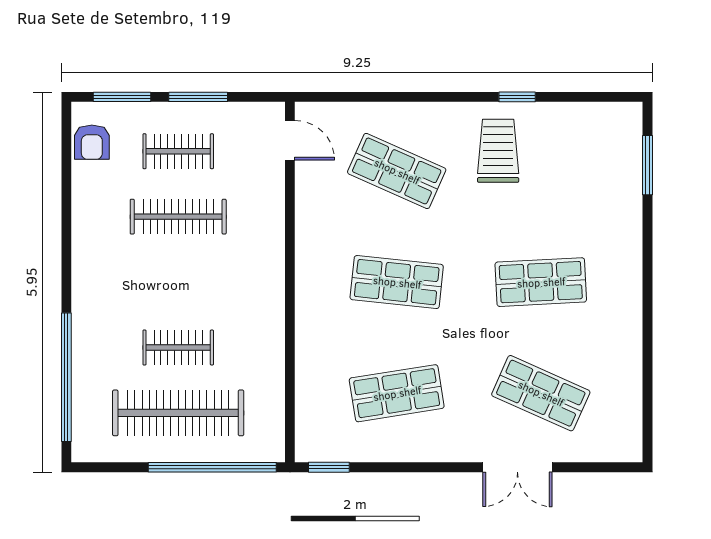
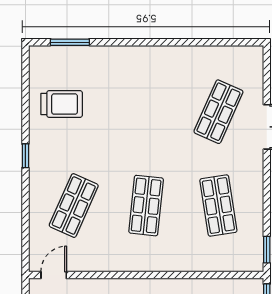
window: (517, 97) -> (25, 156), moved
trolley: (498, 151) -> (62, 104), moved, turned 180
shop shelf: (541, 282) -> (146, 112), removed

